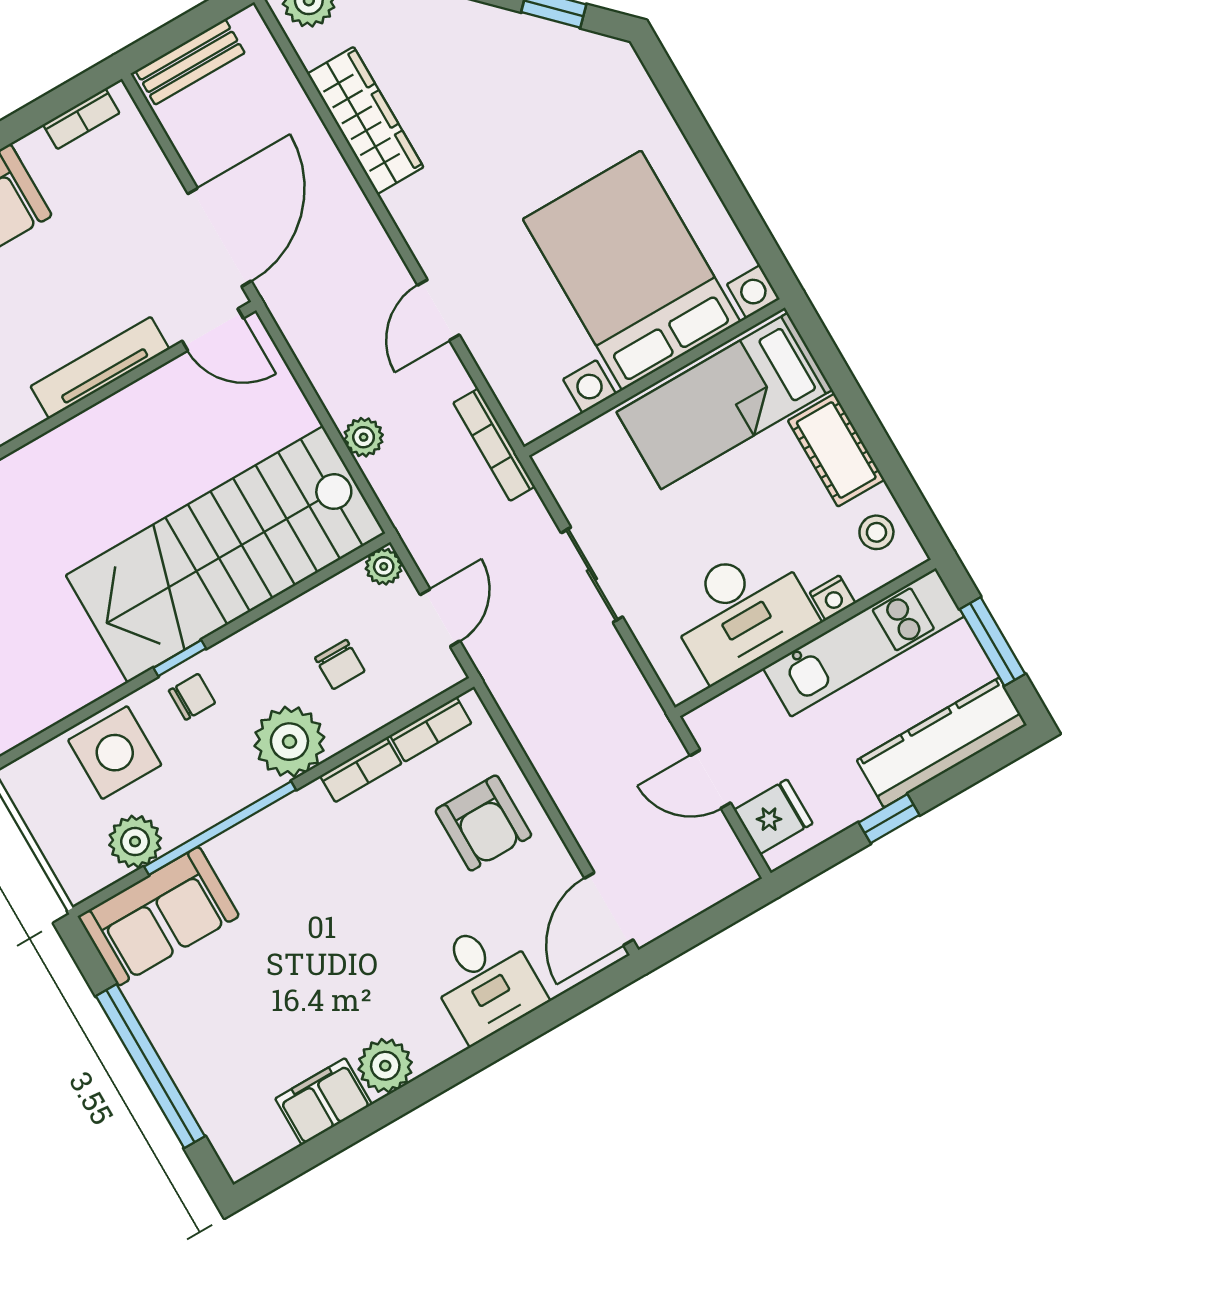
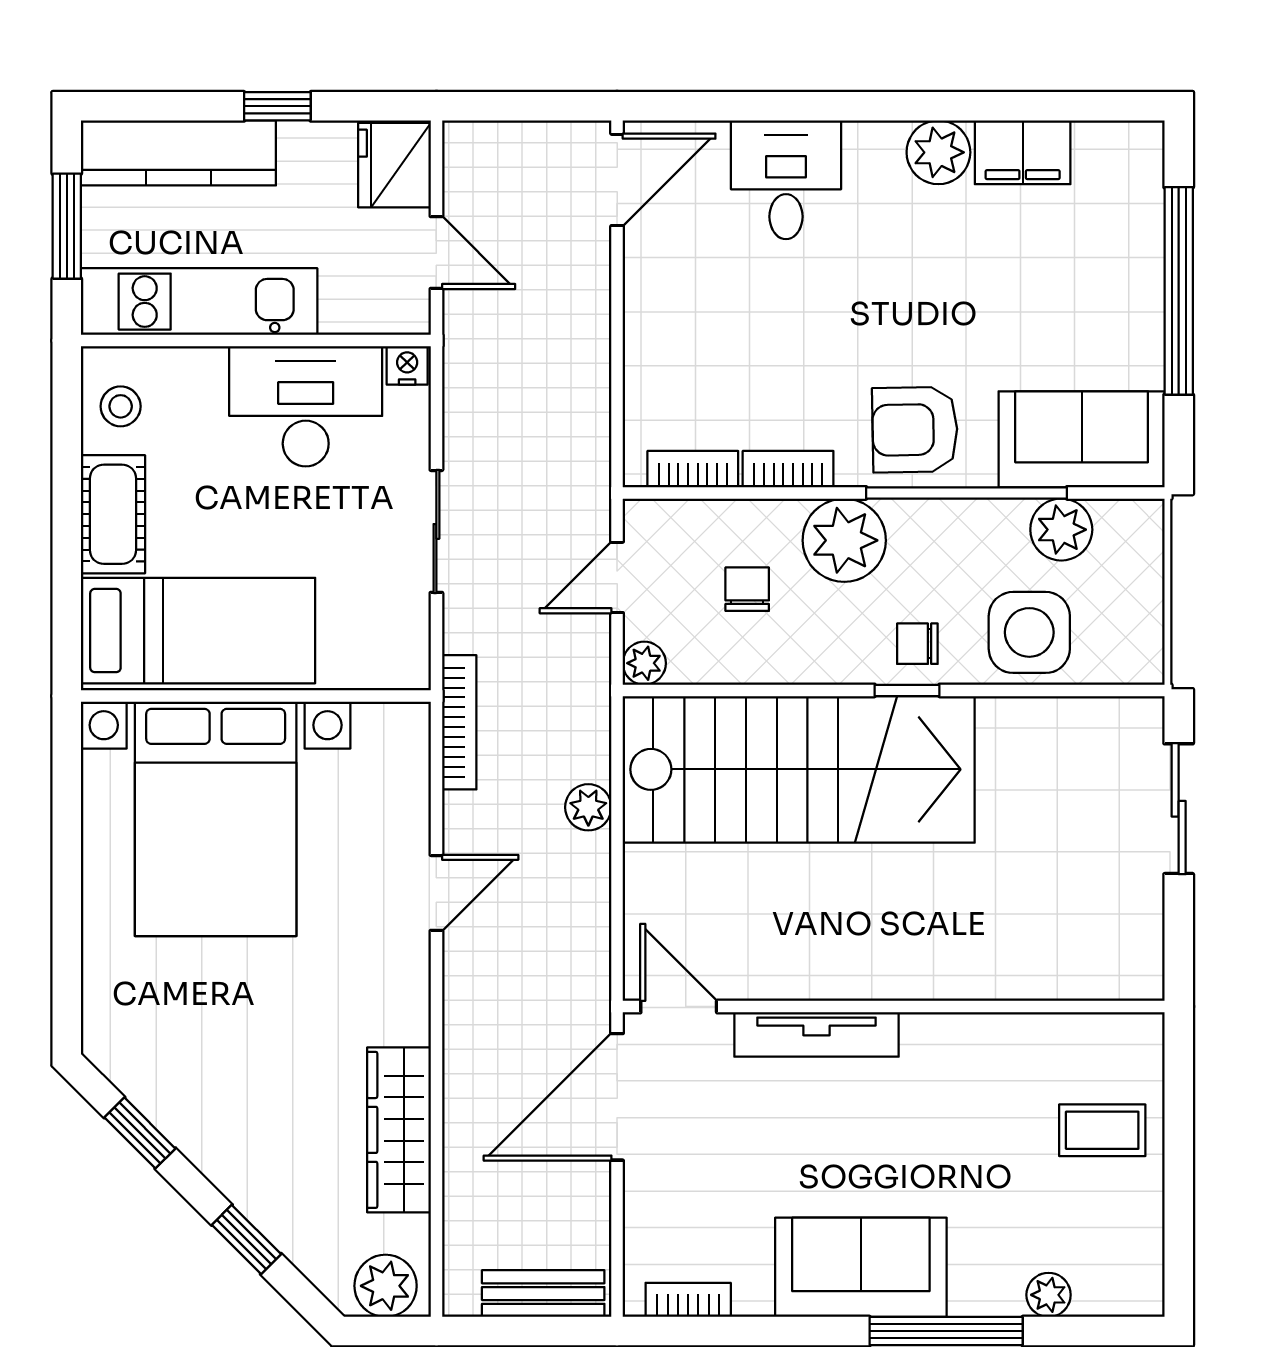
nightstand: (833, 598) -> (407, 365), moved
fridge: (773, 817) -> (394, 165), width x1.38
armchair: (483, 823) -> (915, 430), moved, turned -91

